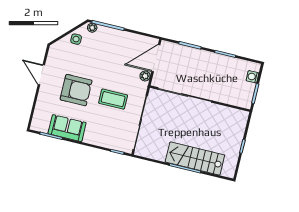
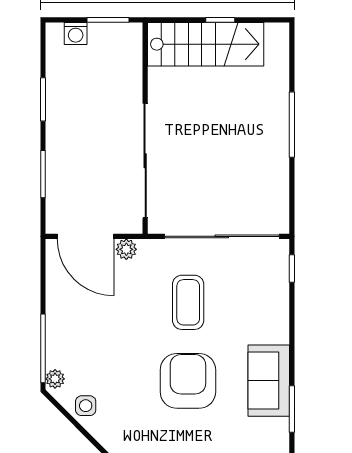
stairs: (195, 158) -> (206, 44), moved, turned -90

